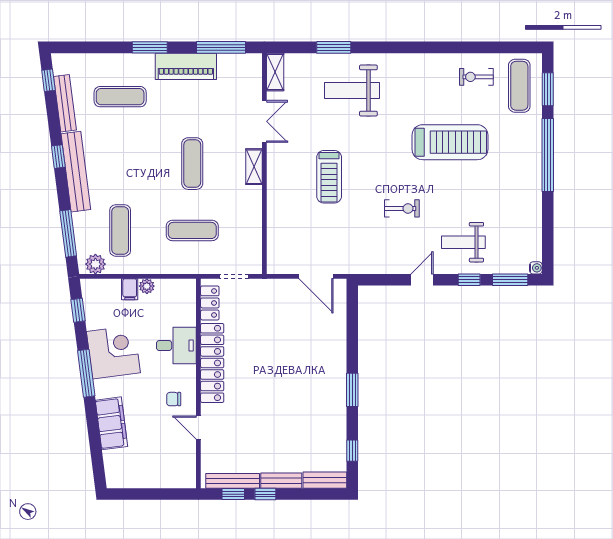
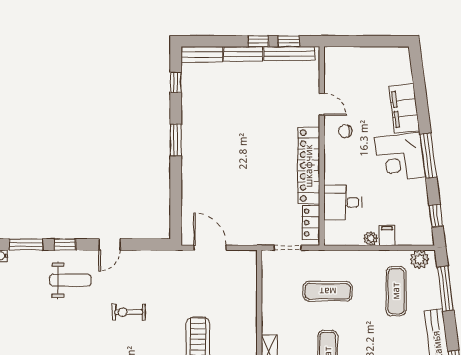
desk: (176, 346) -> (343, 202), moved
corner desk: (113, 352) -> (400, 157), moved
chair: (174, 399) -> (345, 131), turned 180

